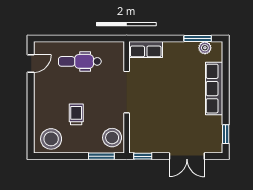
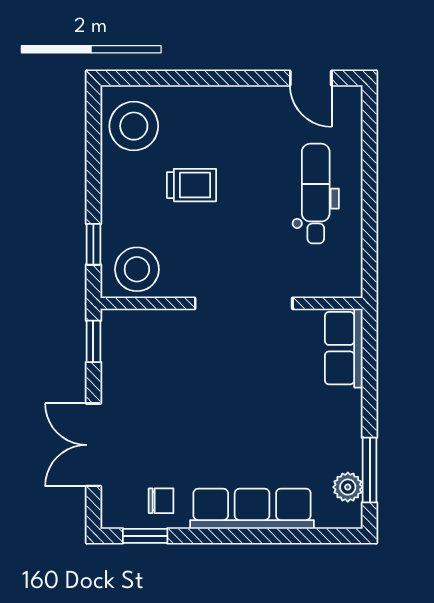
chair: (211, 127) -> (161, 501), added
window: (101, 156) -> (93, 244), width x0.67

